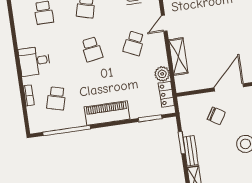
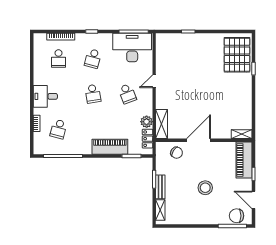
school desk: (134, 43) -> (127, 94), turned -45
shelving: (178, 56) -> (162, 124), moved
piano: (107, 113) -> (110, 147), moved
chair: (216, 116) -> (177, 153), moved

